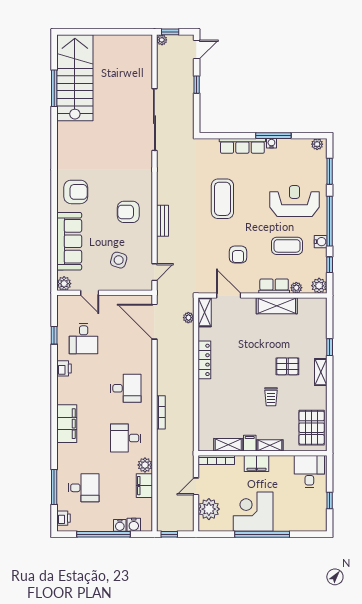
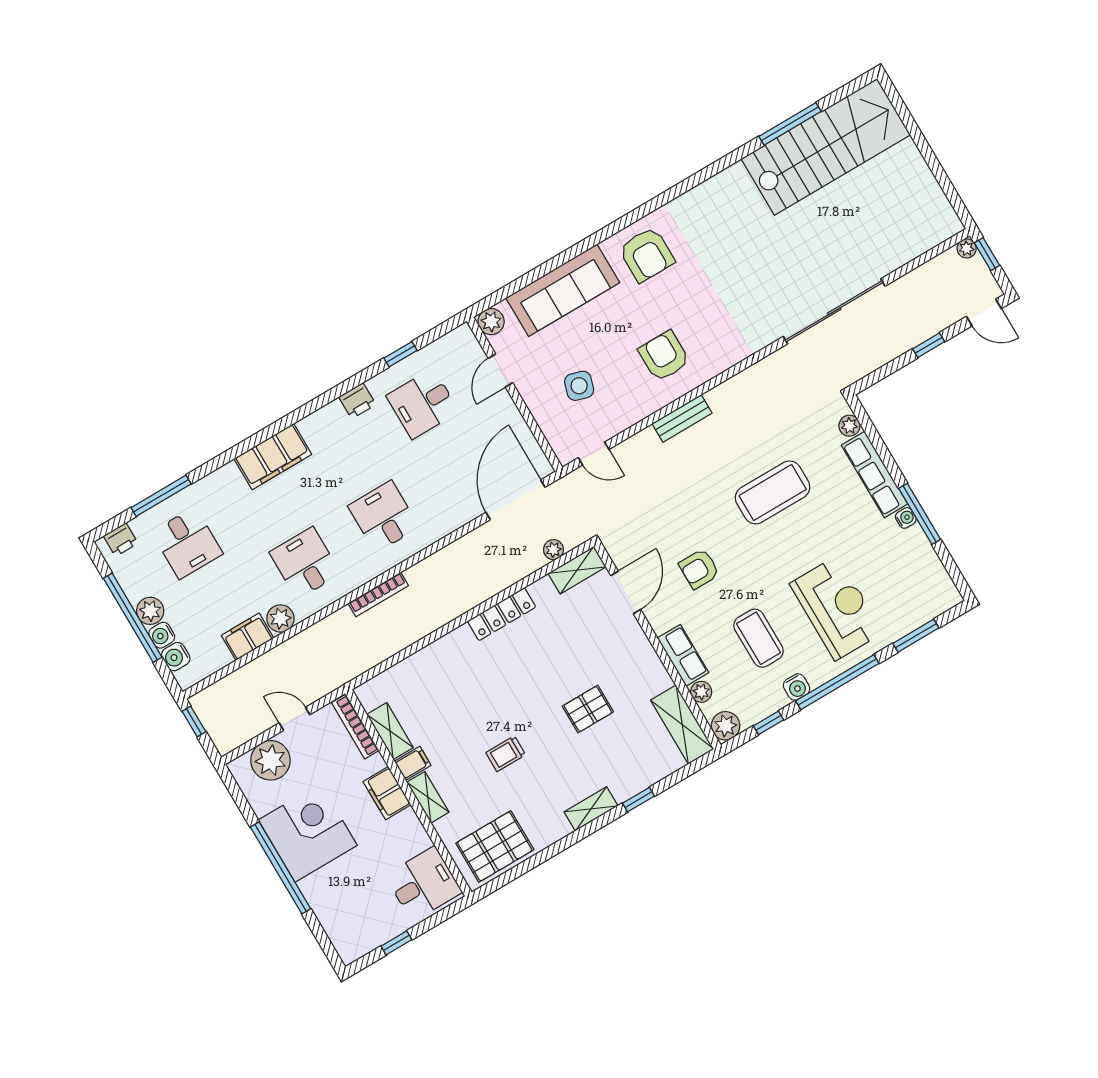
plant: (317, 144) -> (849, 426), moved
shelving: (277, 306) -> (682, 725), moved
pallet: (287, 366) -> (588, 709), moved, turned 90
desk: (126, 388) -> (384, 517), turned 180
plant: (105, 524) -> (150, 611), added

